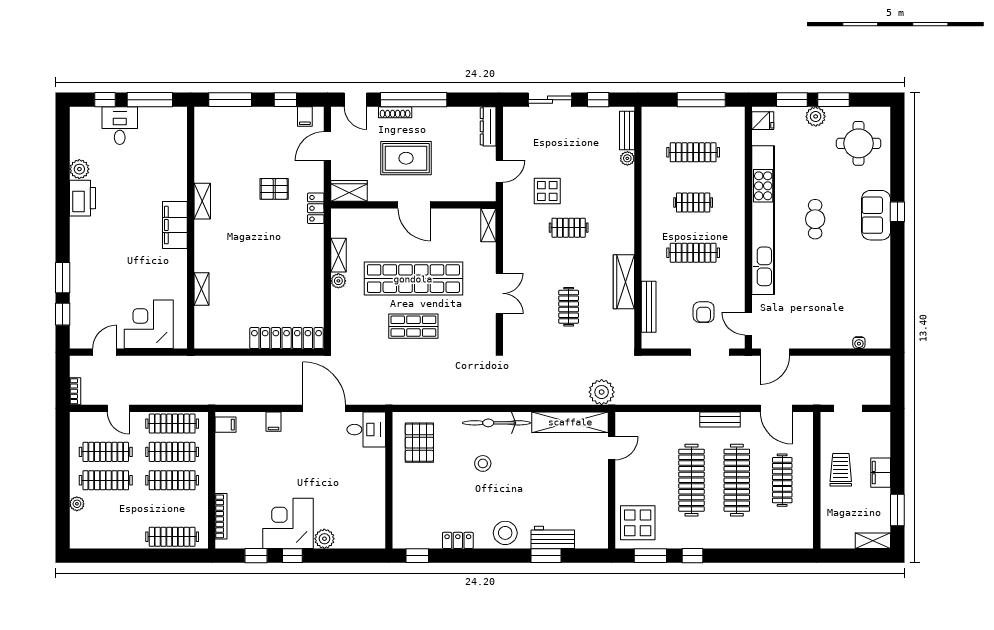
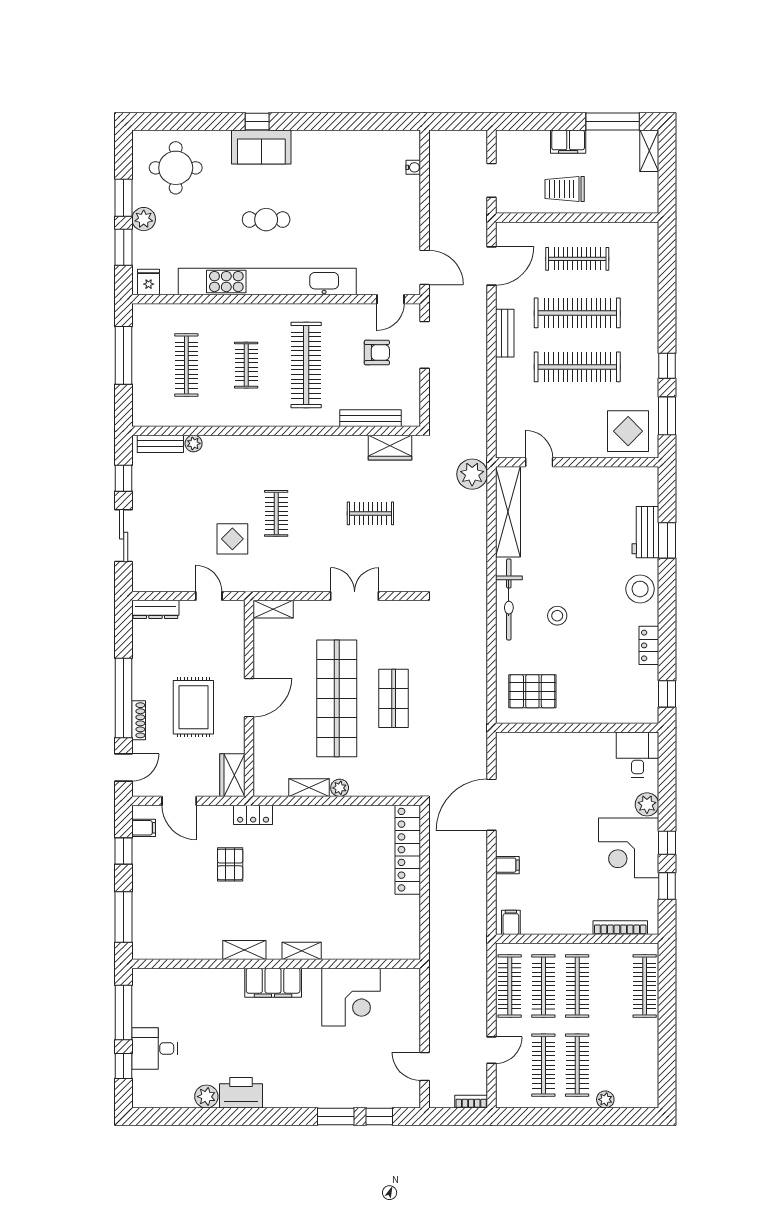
clothes rail: (693, 253) -> (306, 365), width x1.37, depth x1.31
wardrobe: (624, 282) -> (390, 448), moved, width x0.67
shelving: (202, 289) -> (302, 951), moved
corner desk: (149, 324) -> (351, 997), moved, turned -90
desk: (366, 430) -> (638, 755), moved
window: (897, 510) -> (613, 121), width x1.44

